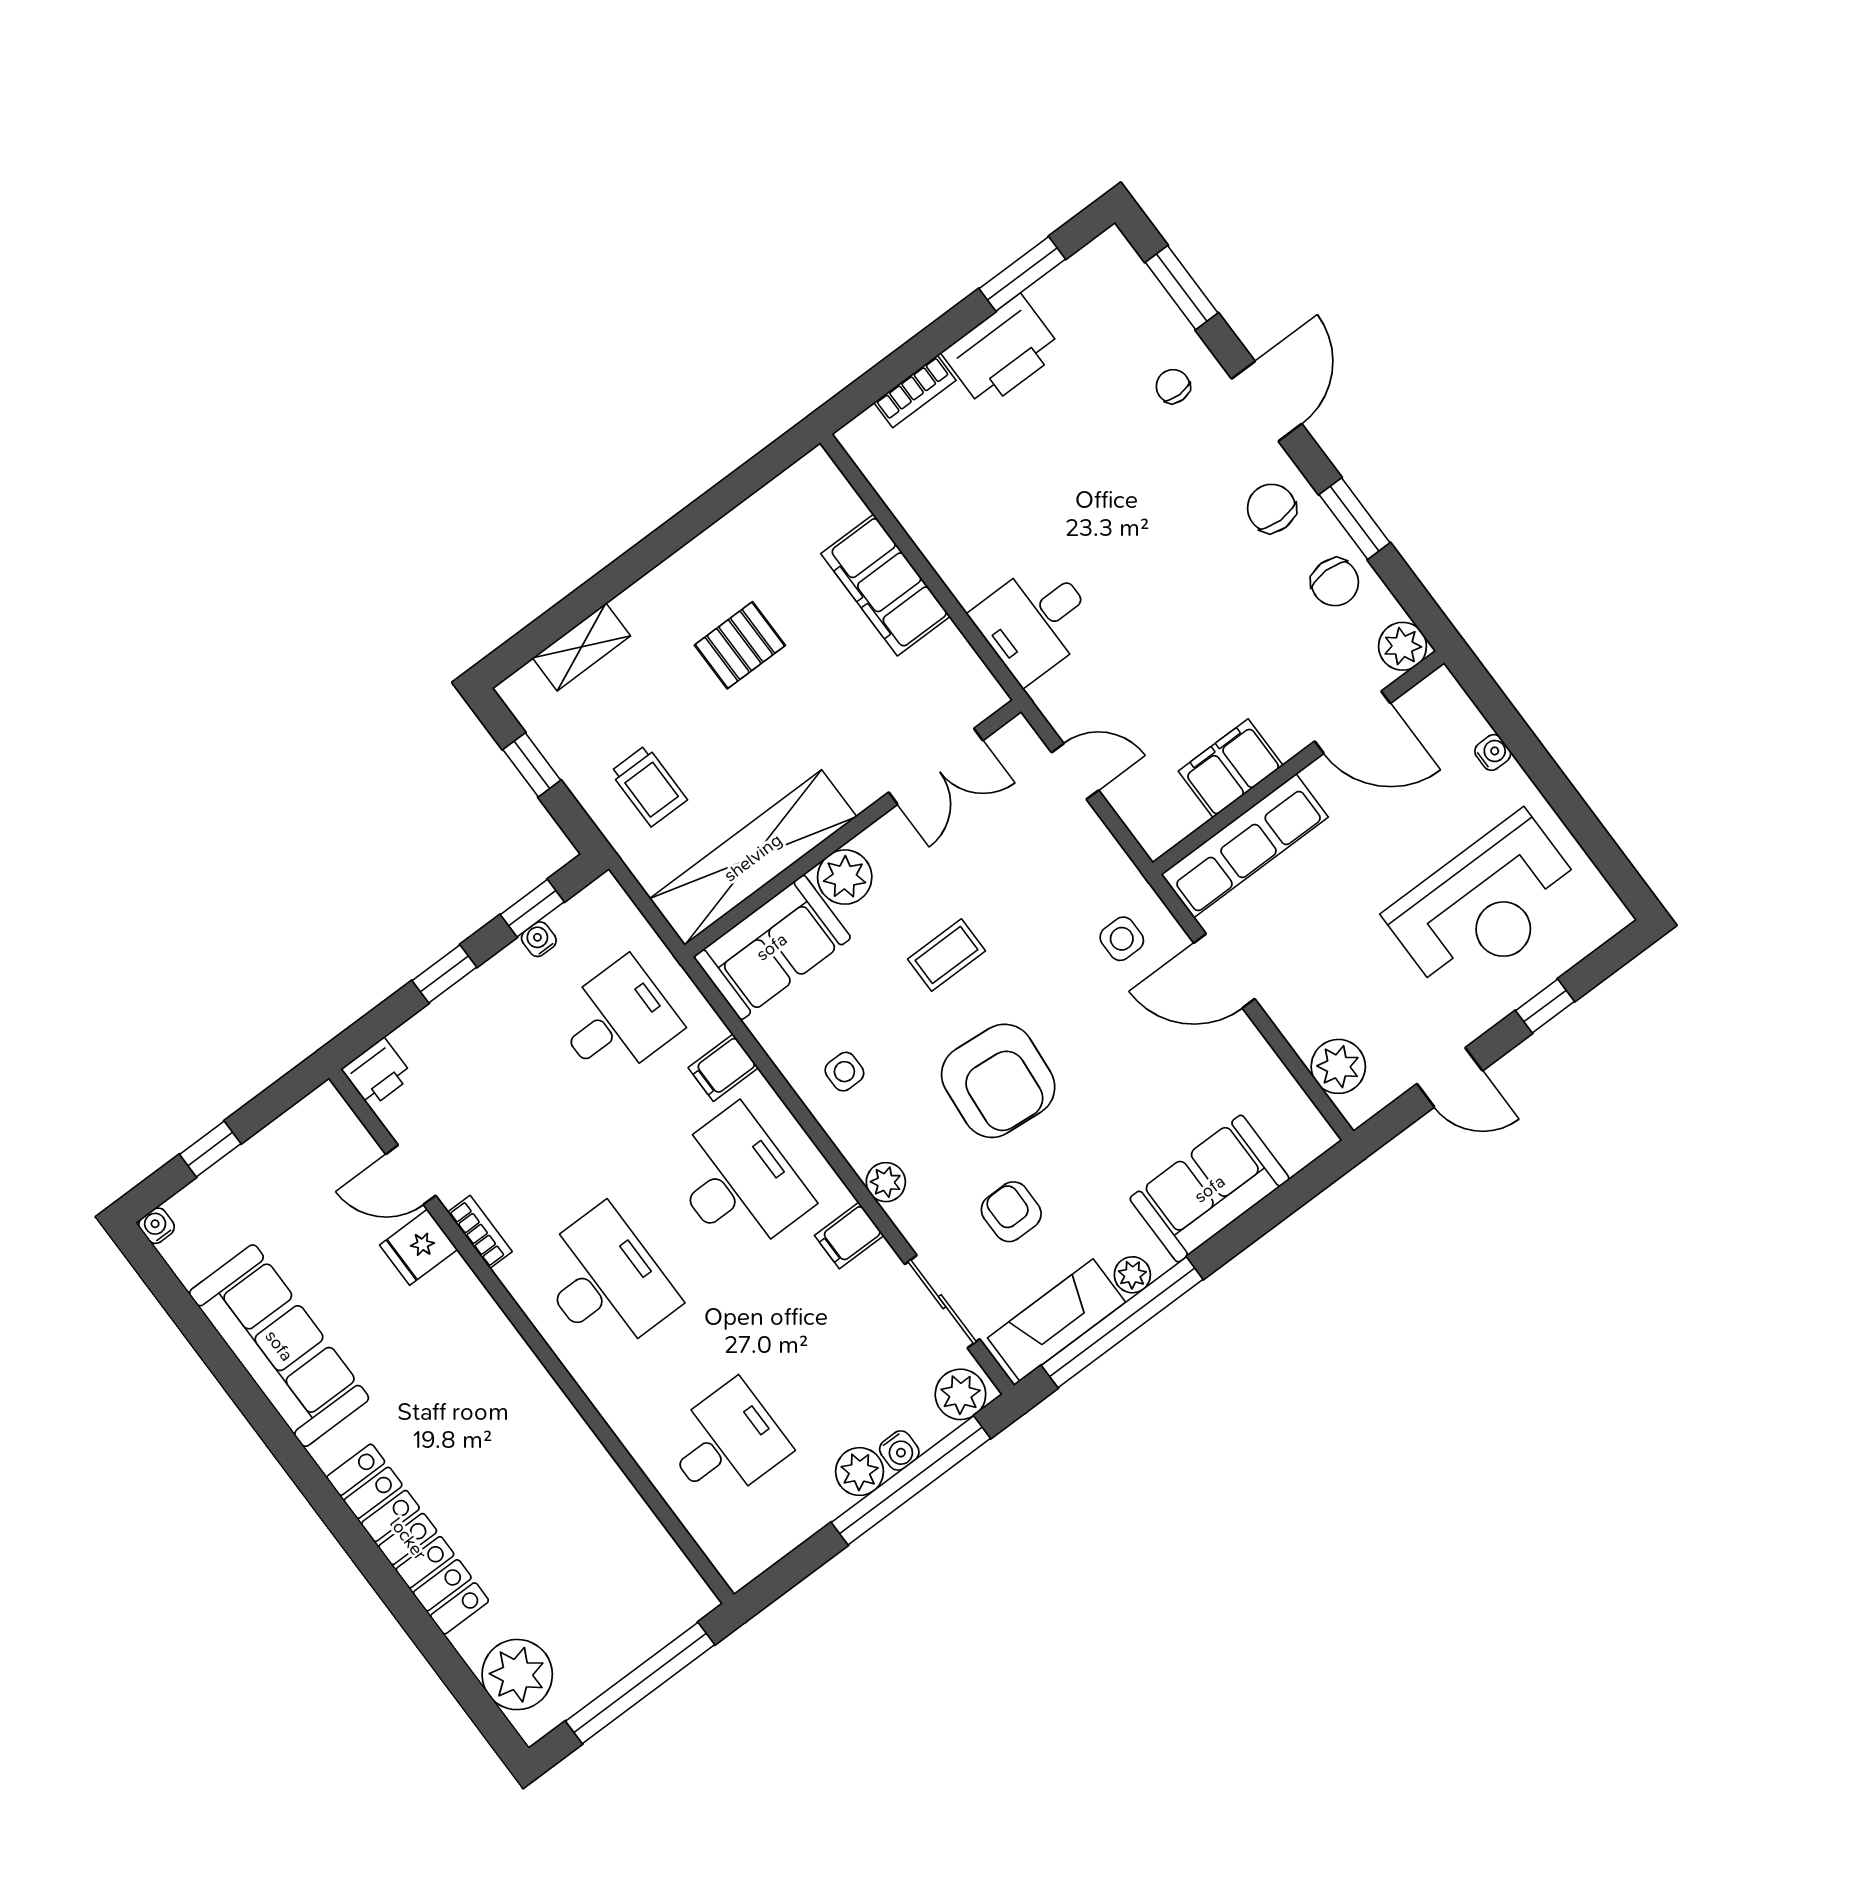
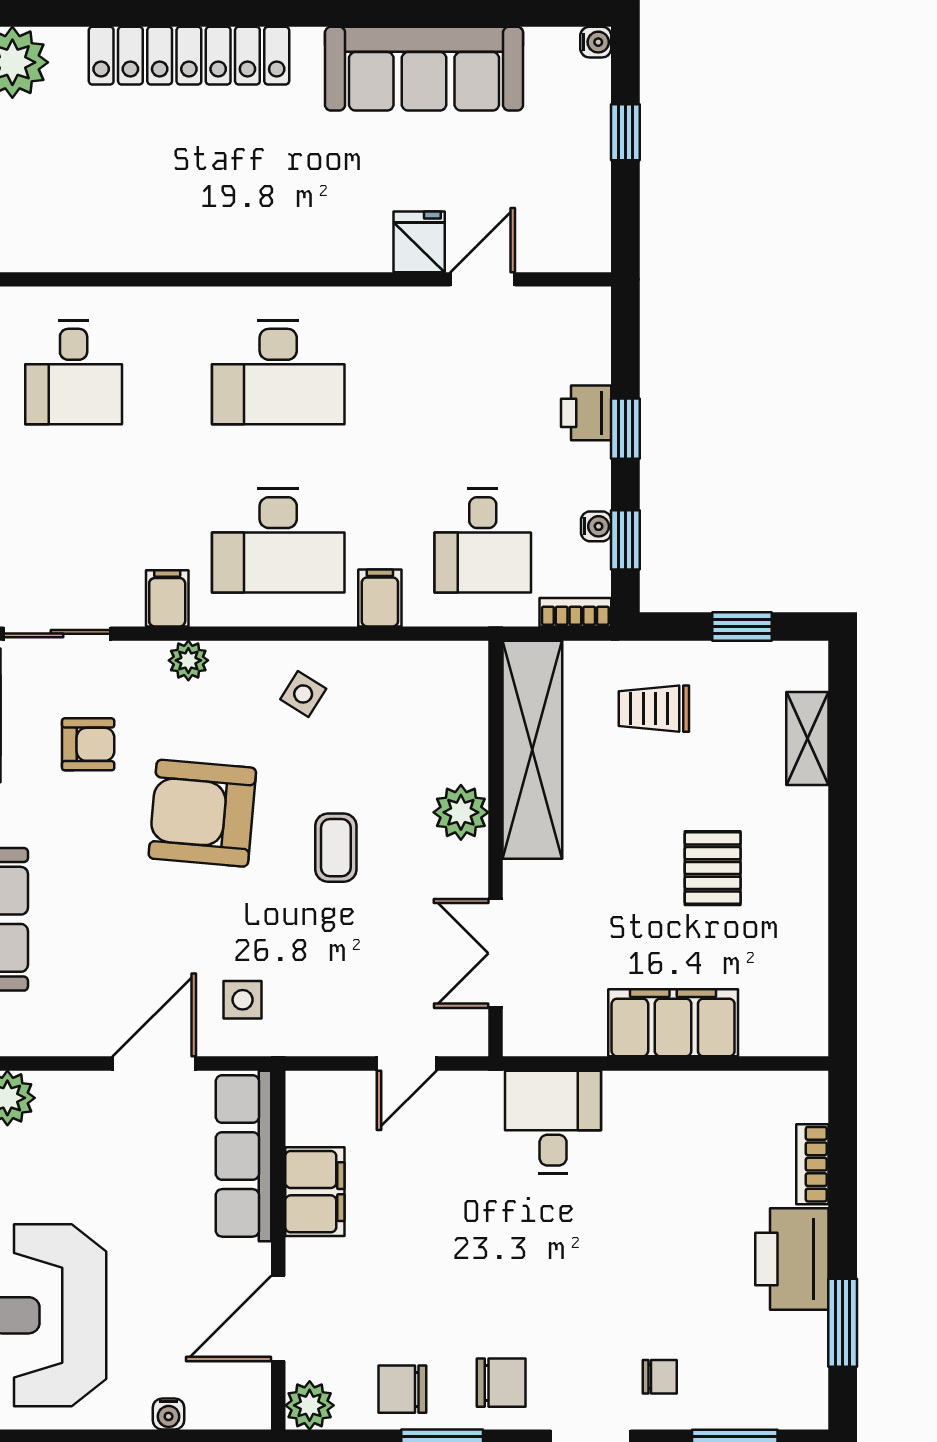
sofa: (772, 947) -> (448, 711), removed
side table: (844, 1072) -> (303, 694), turned 32
printer: (377, 1073) -> (586, 413), moved
bookcase: (480, 1232) -> (575, 612), moved, turned 180

